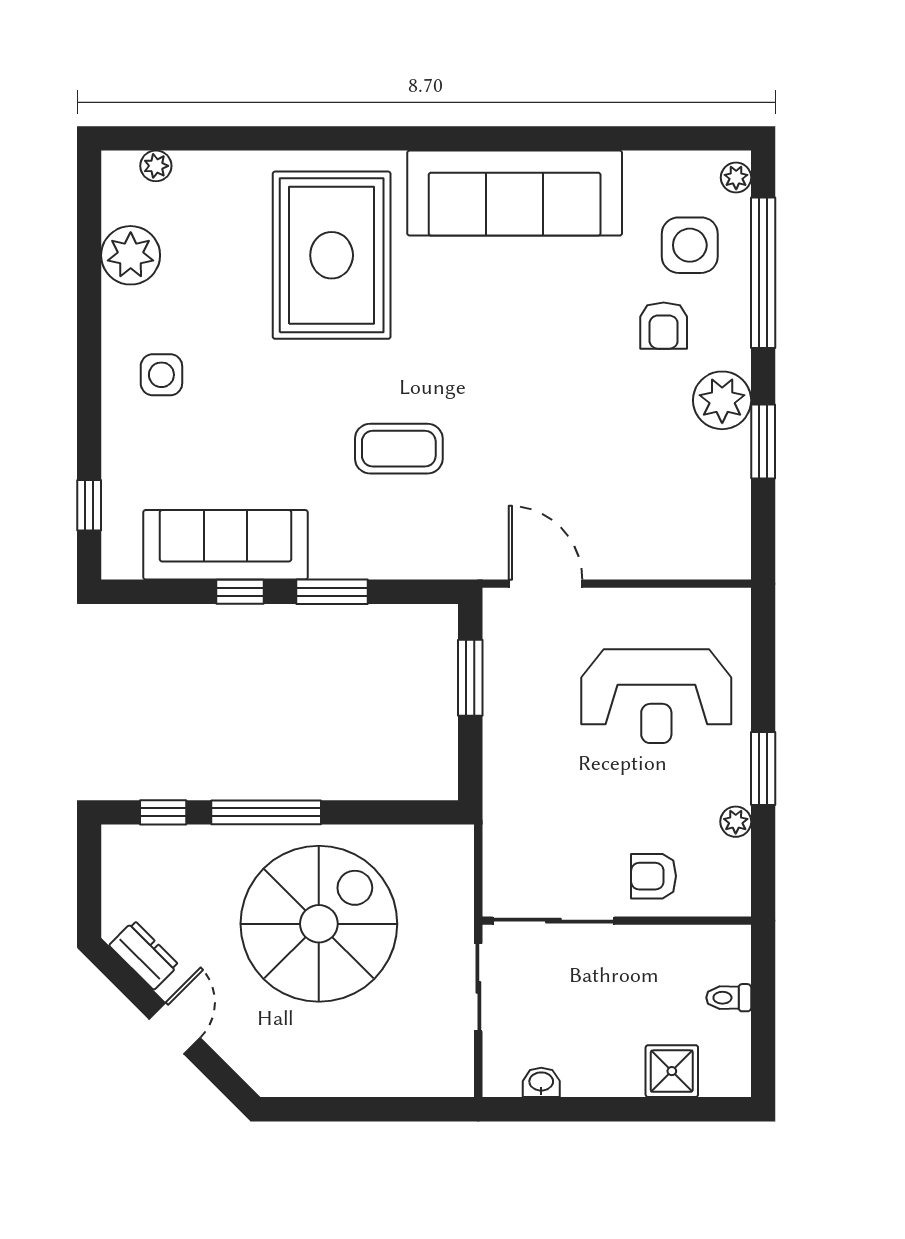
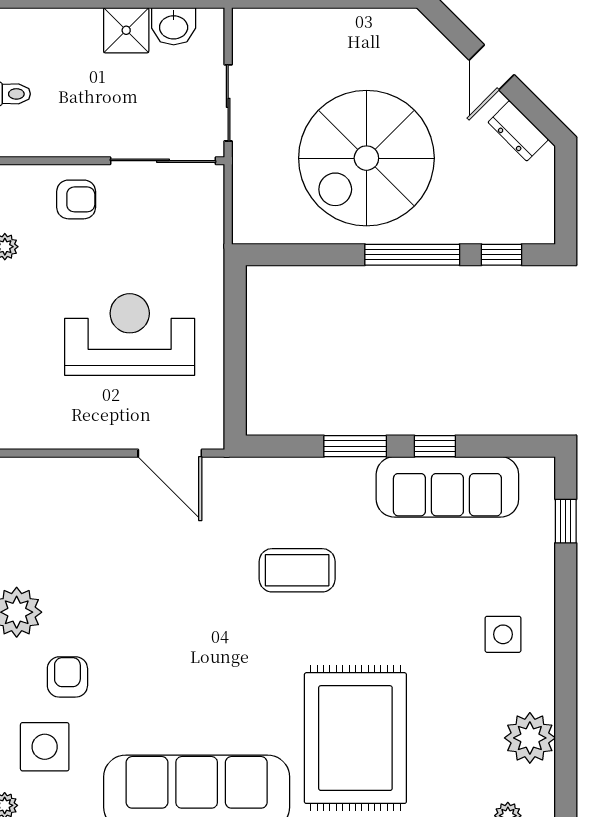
window: (470, 678) -> (235, 371), removed
reception desk: (656, 696) -> (130, 335), moved
shower: (672, 1071) -> (126, 30), moved
washbasin: (541, 1082) -> (174, 26), width x1.38, depth x1.45

